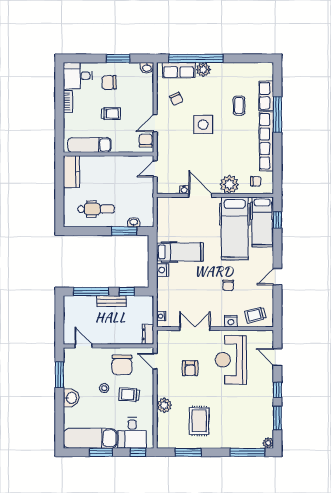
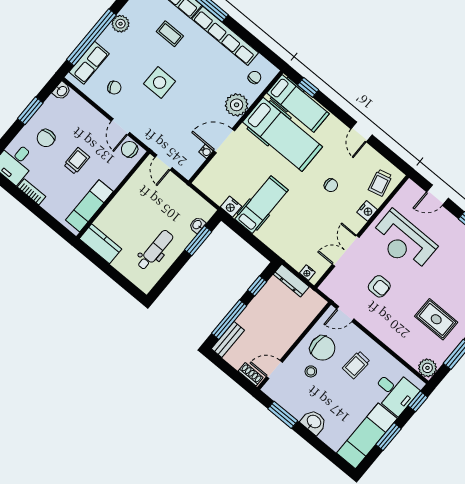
plant: (203, 70) -> (120, 24), moved
nightstand: (163, 270) -> (231, 207), moved
bench: (111, 301) -> (228, 339), moved
shoe rack: (68, 334) -> (251, 374), added
dresser: (148, 334) -> (291, 281), moved, width x1.44
stool: (104, 388) -> (311, 371), moved
plant: (164, 405) -> (427, 368), moved

